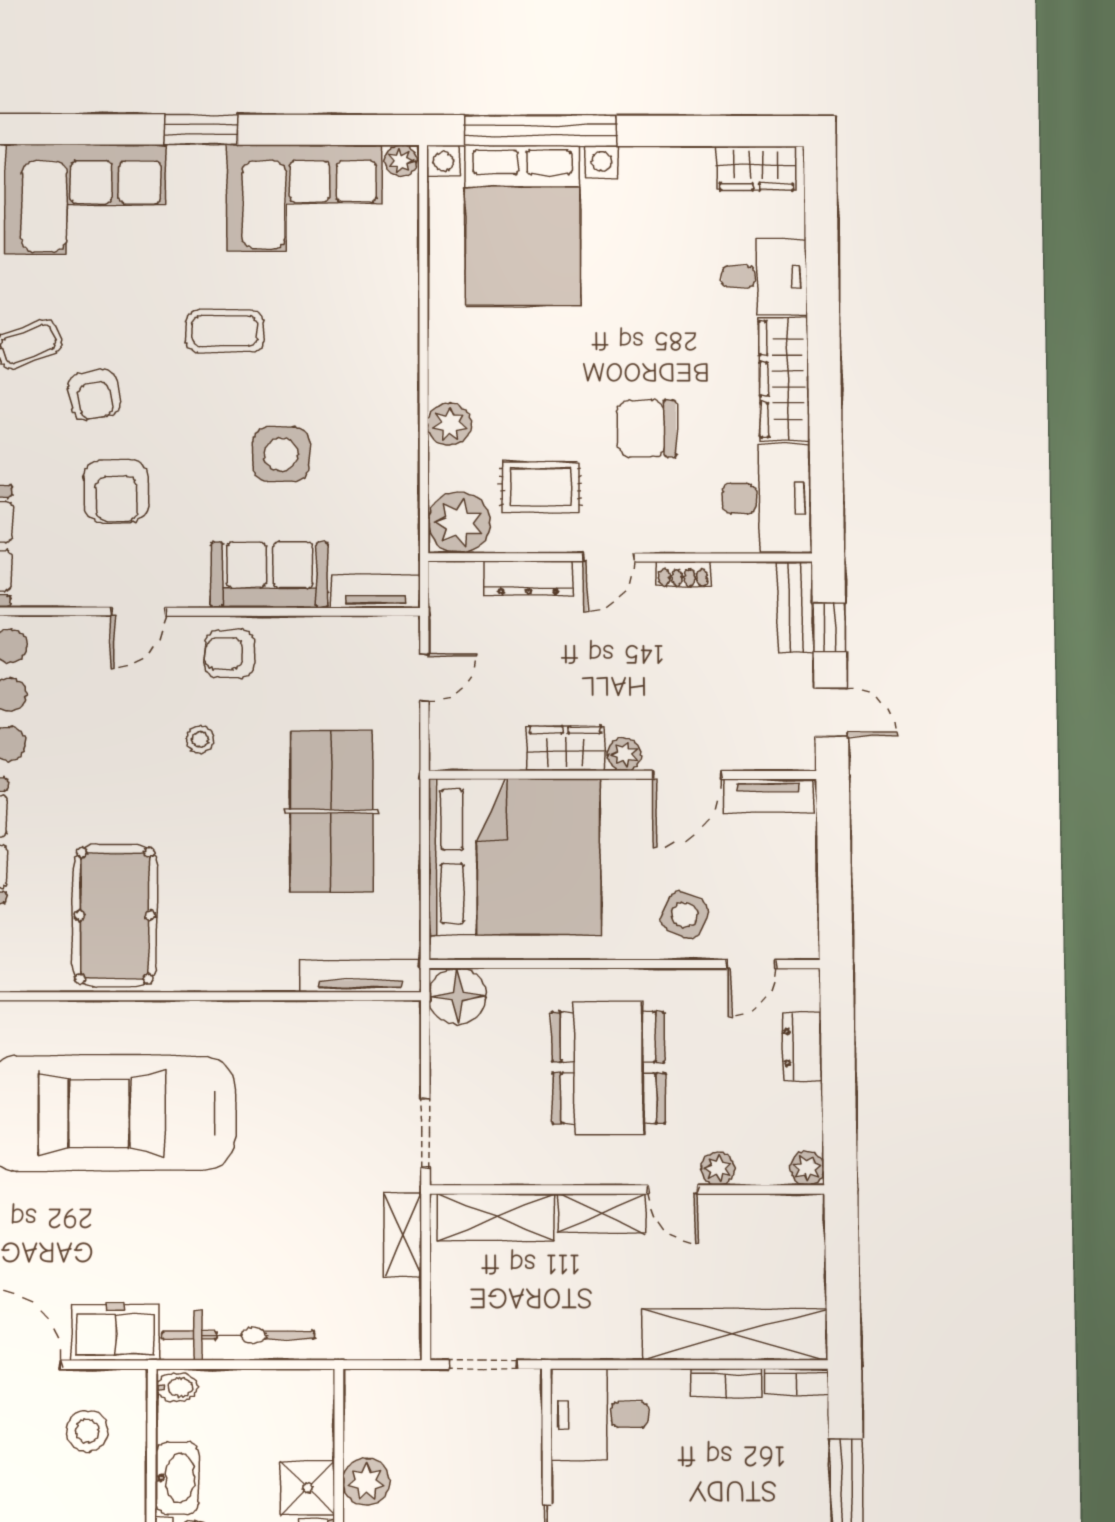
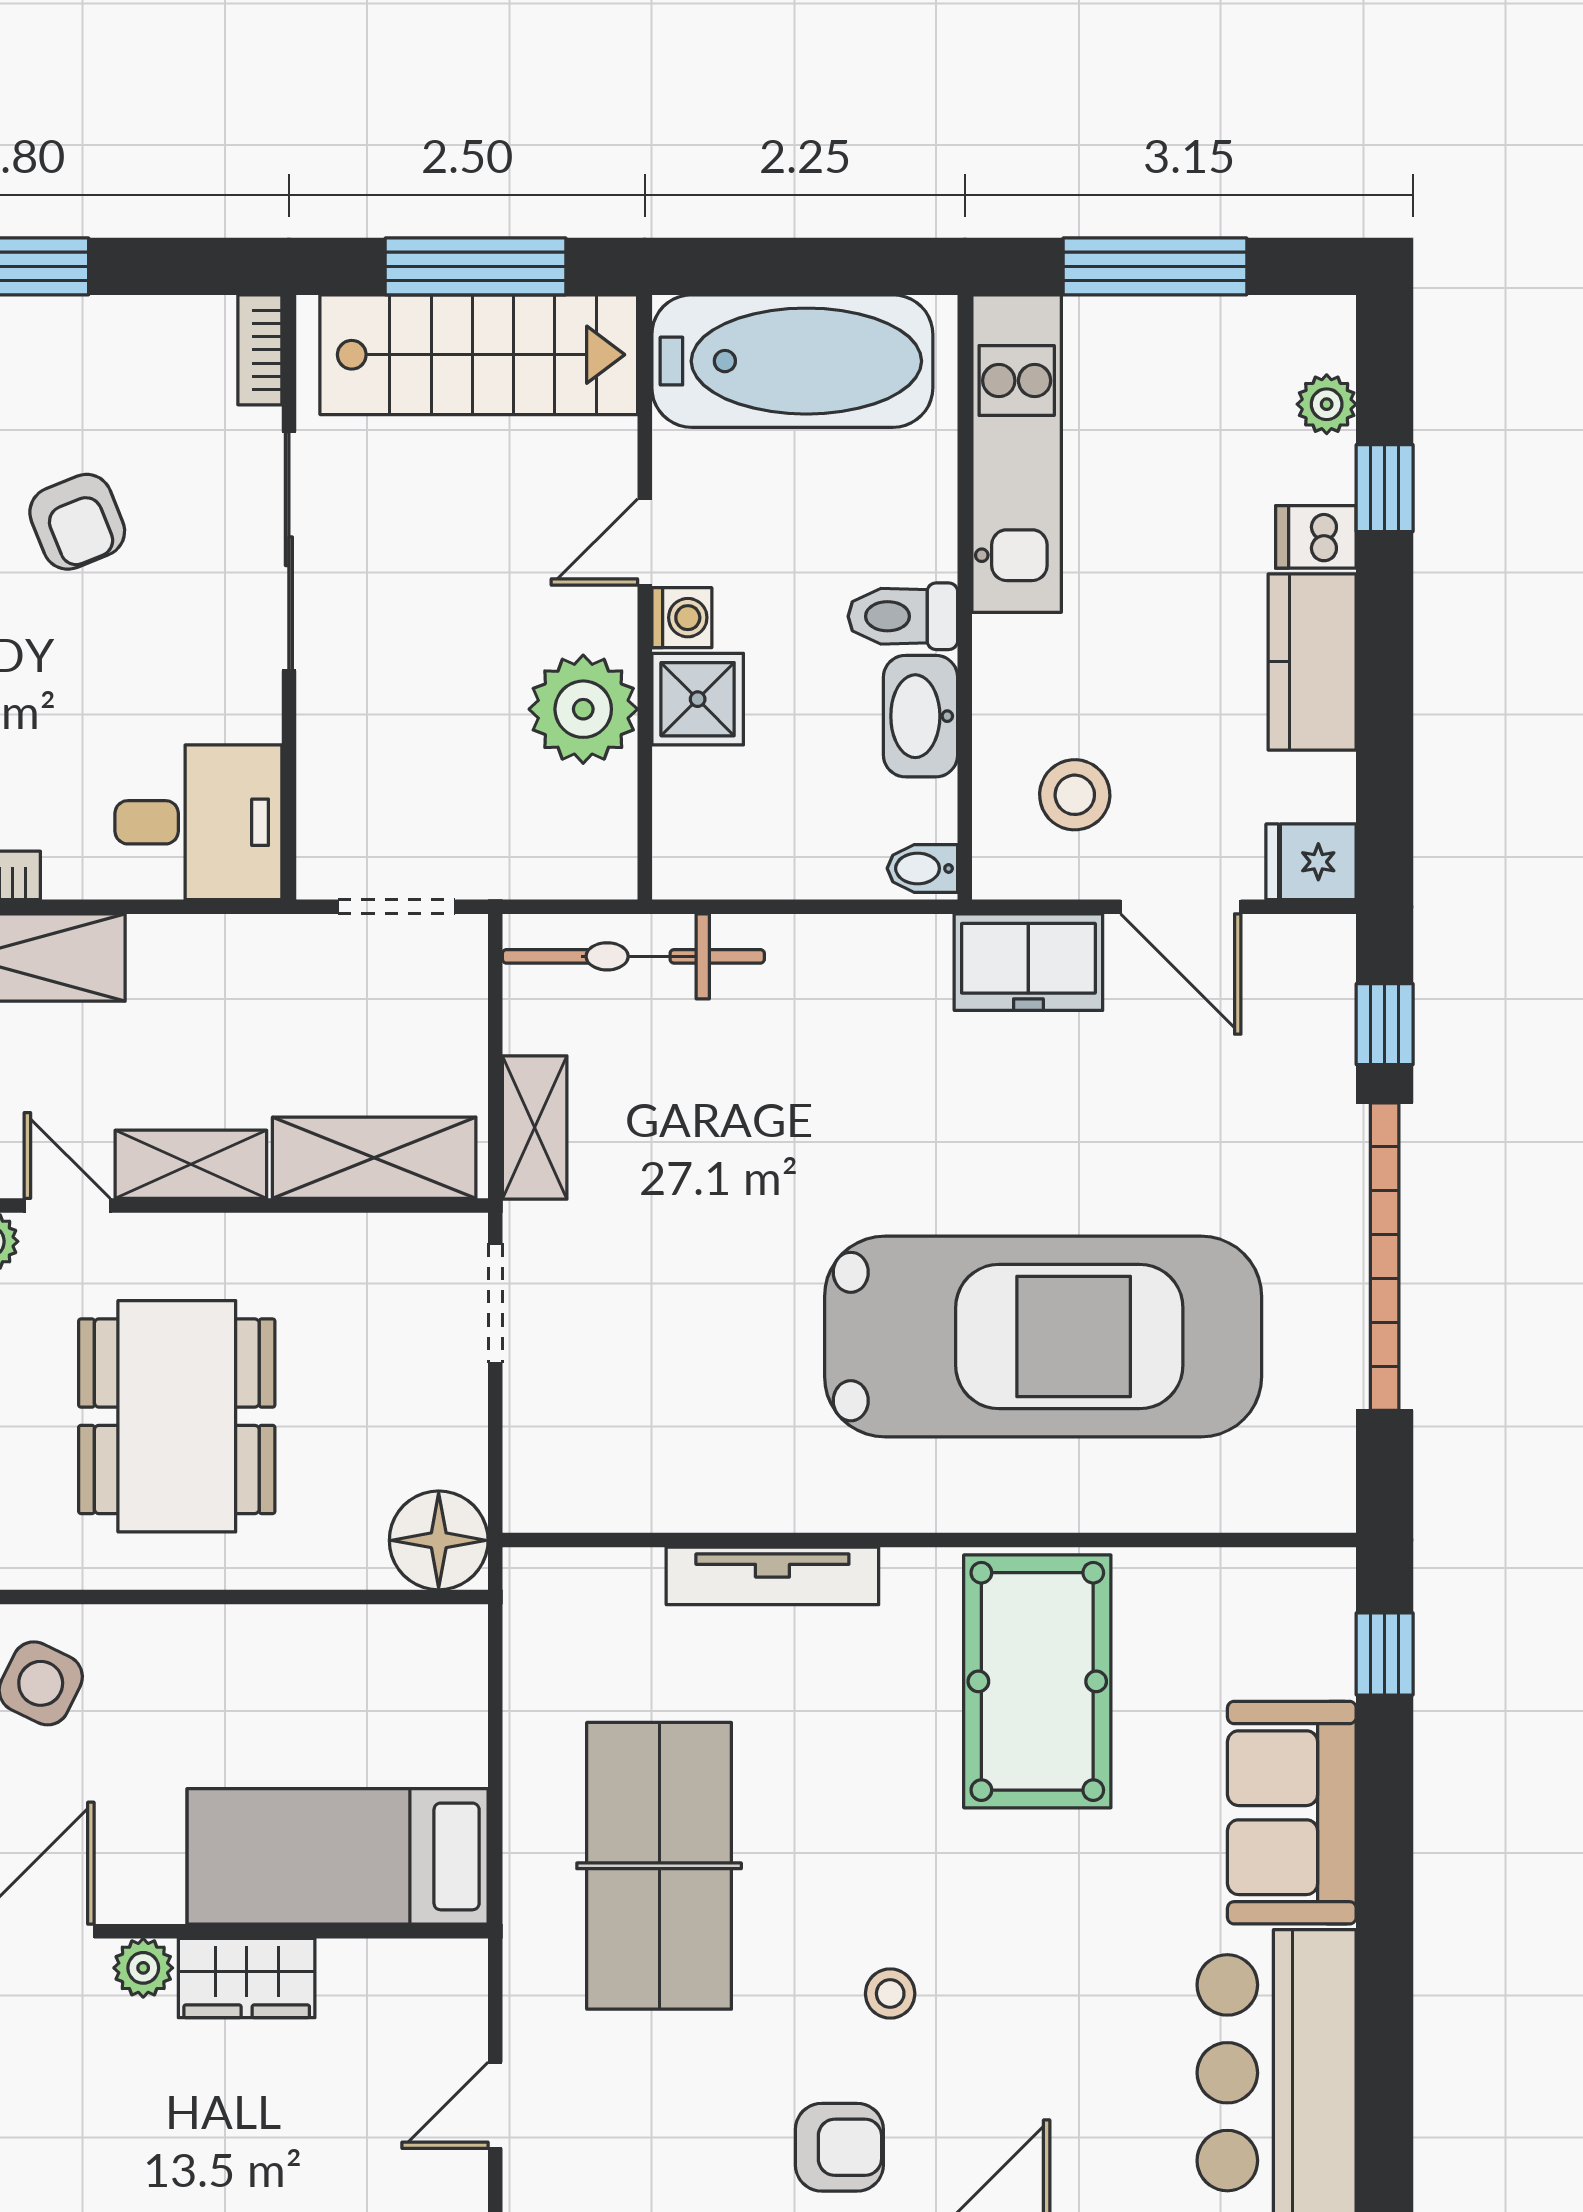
bed: (515, 857) -> (338, 1856), width x0.49
tv unit: (360, 976) -> (772, 1576), moved
bicycle: (238, 1335) -> (633, 956), moved
plant: (366, 1482) -> (583, 709), width x1.36, depth x1.36

